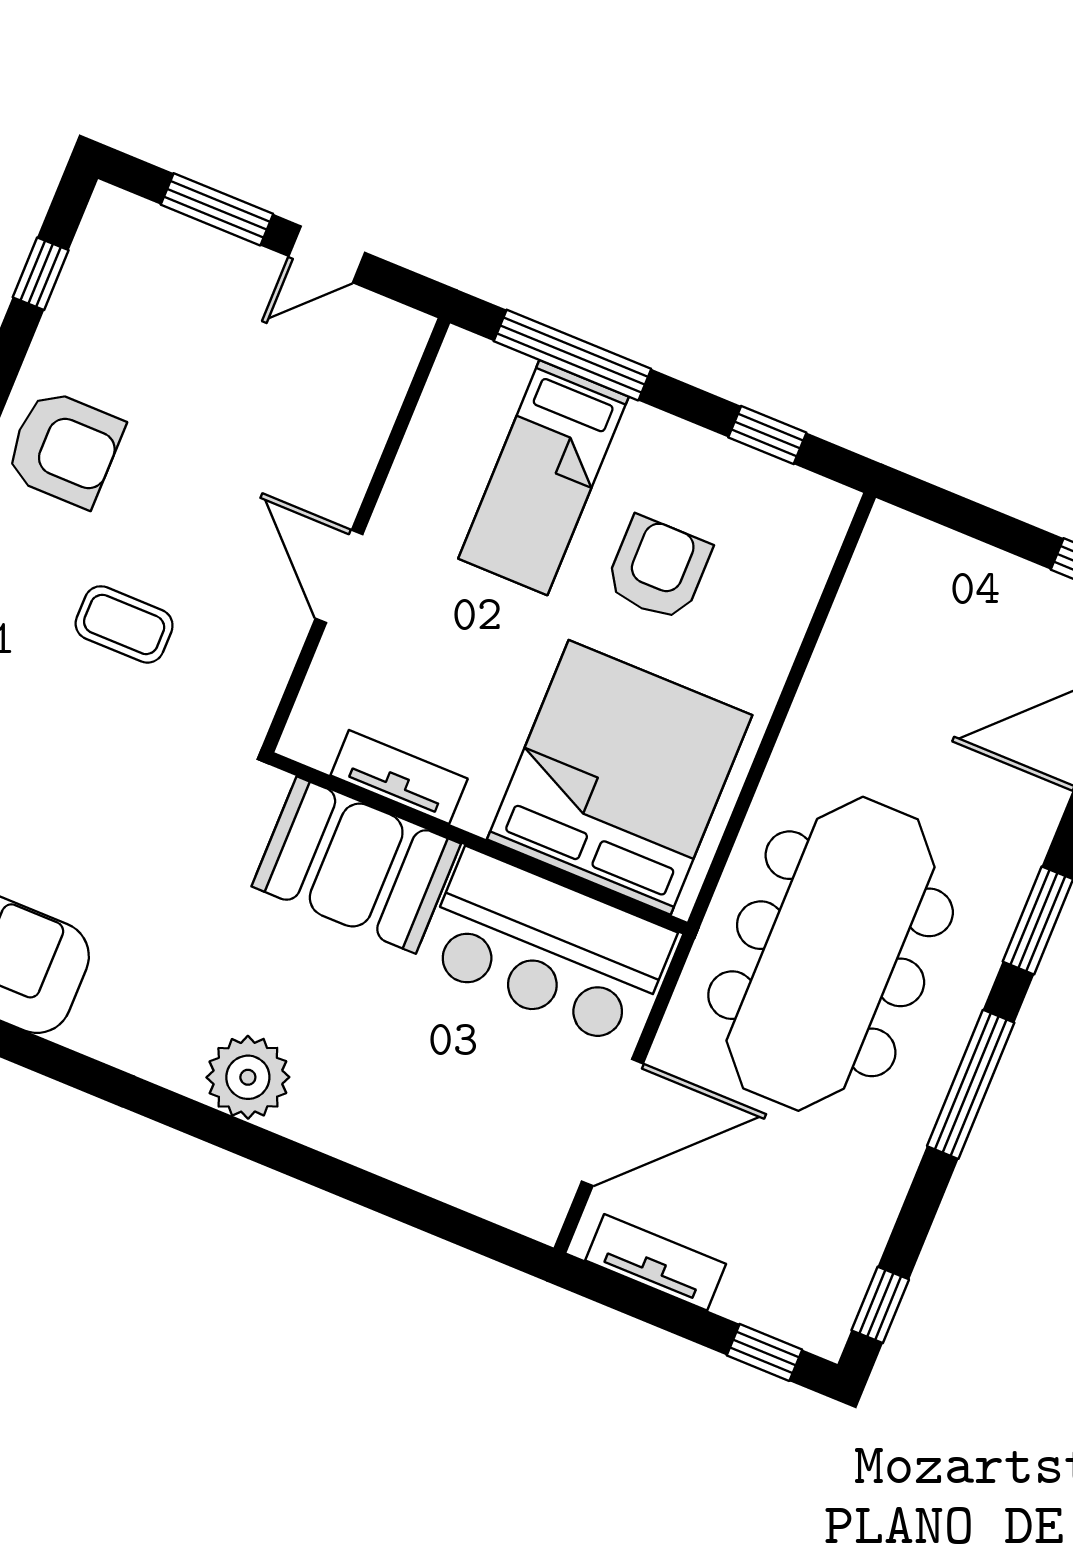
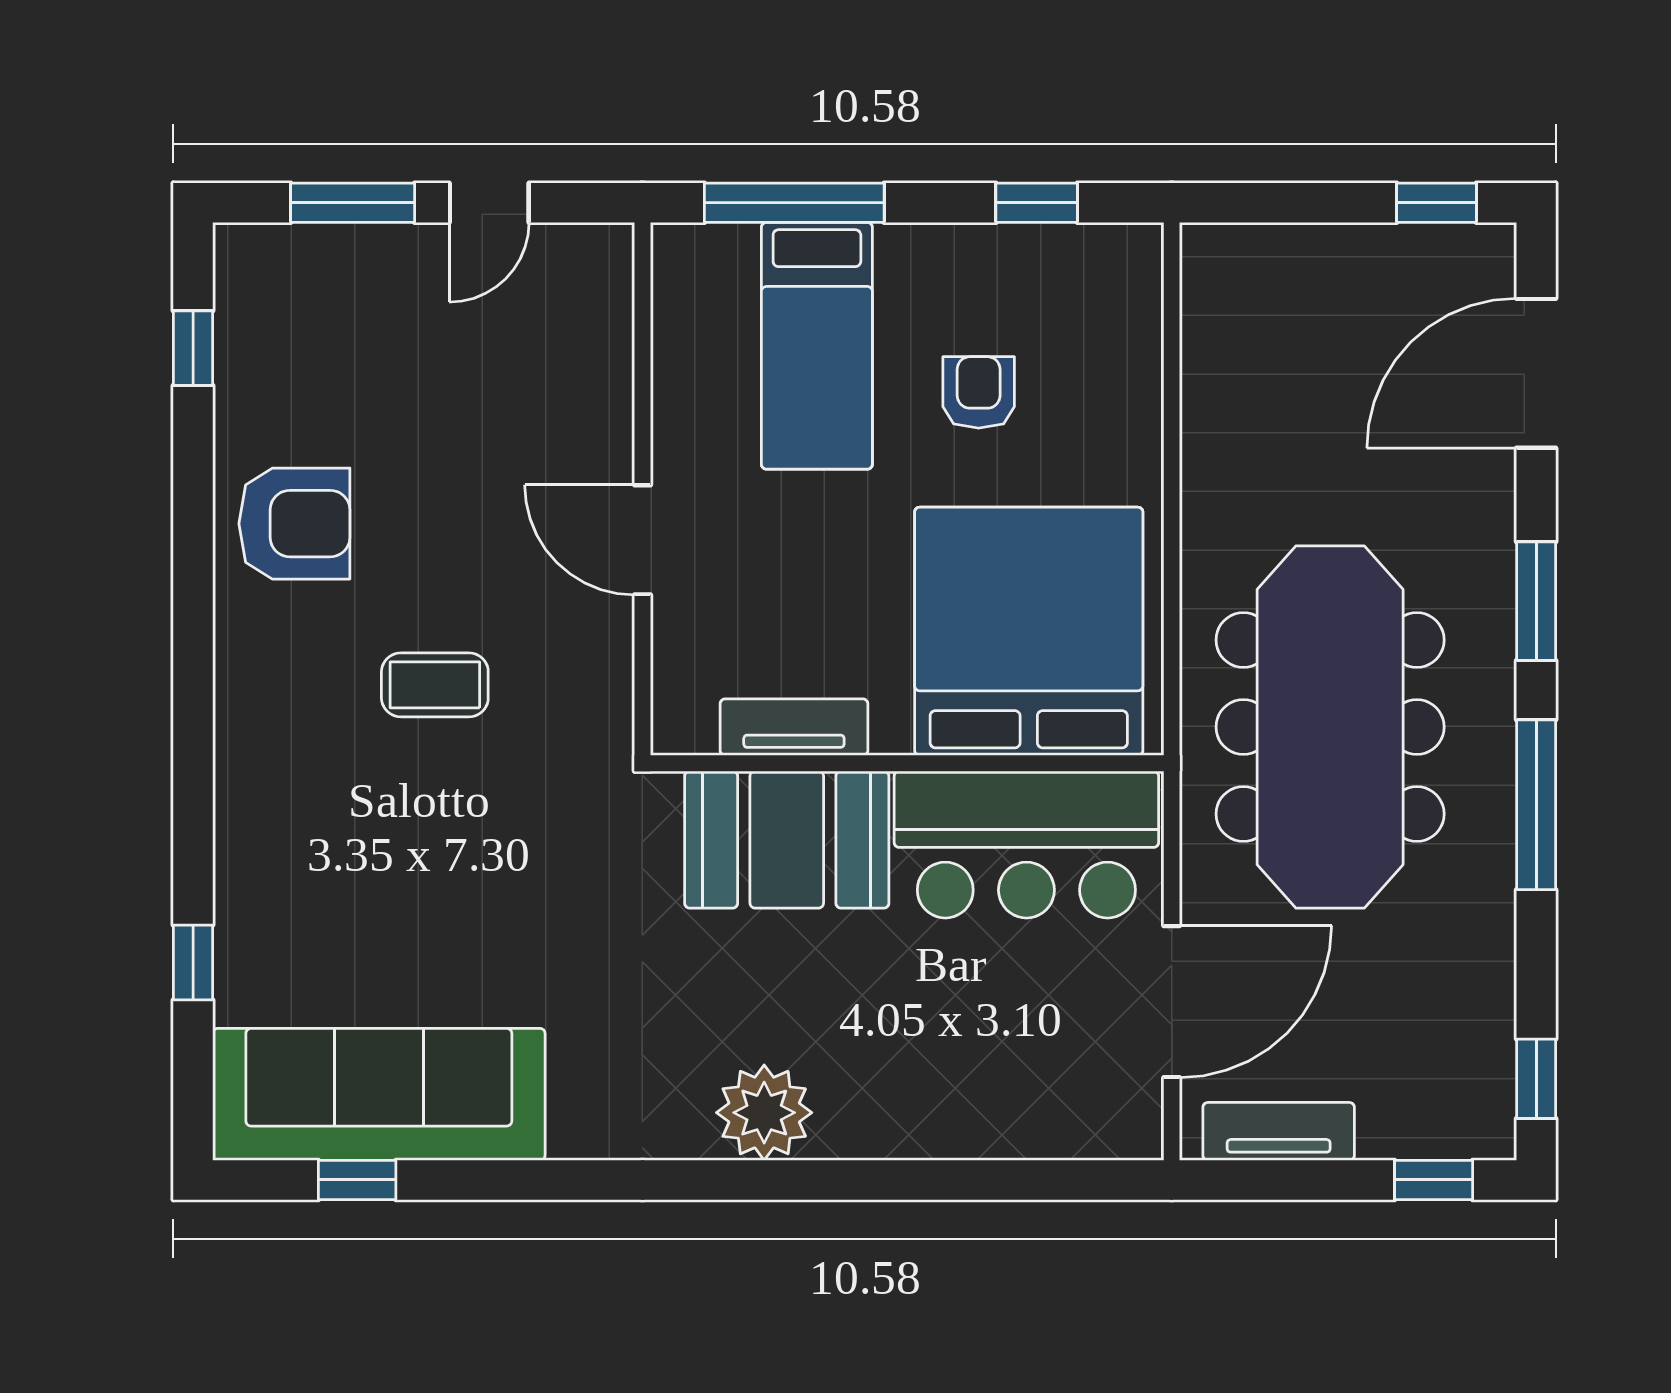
armchair: (658, 569) -> (979, 392), width x0.72, depth x0.72

